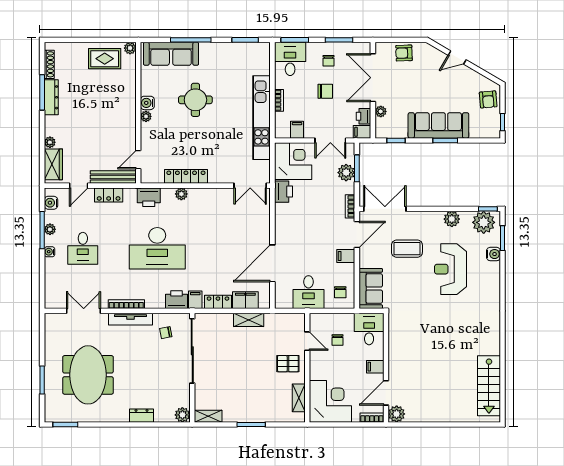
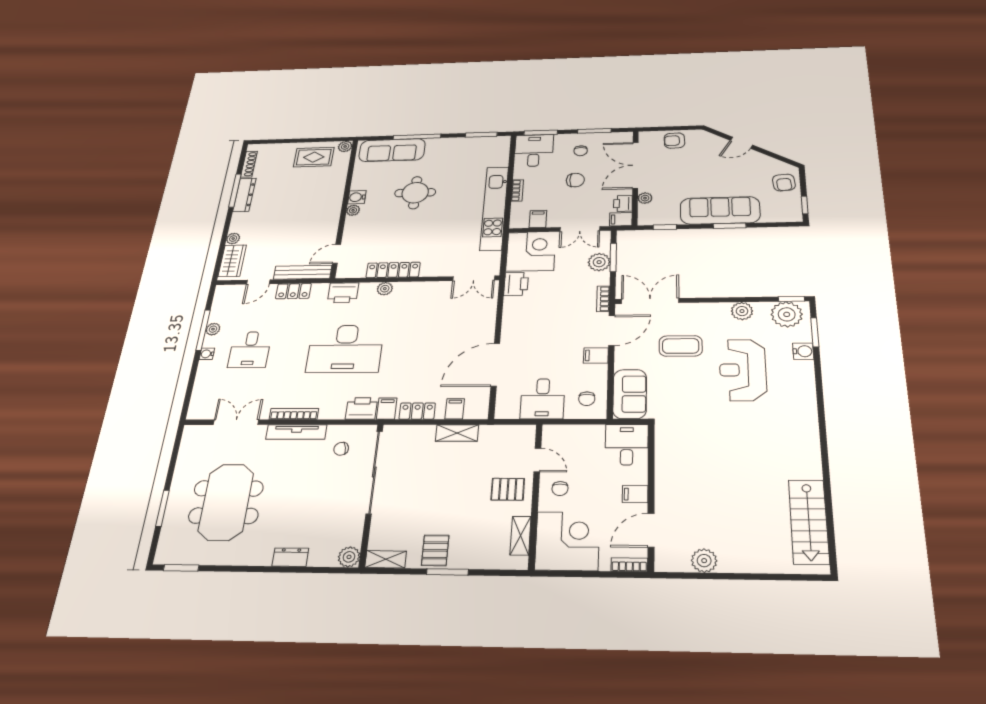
water cooler: (51, 203) -> (221, 301), removed
filing cabinet: (245, 300) -> (455, 409), width x0.50
chair: (337, 340) -> (560, 489), moved
pallet: (241, 409) -> (435, 550), added
plant: (397, 414) -> (704, 561), moved

